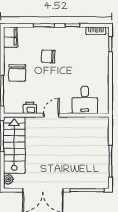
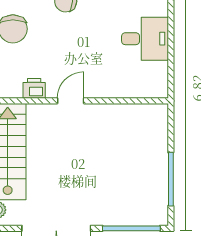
desk: (85, 100) -> (145, 39), moved, turned -90

